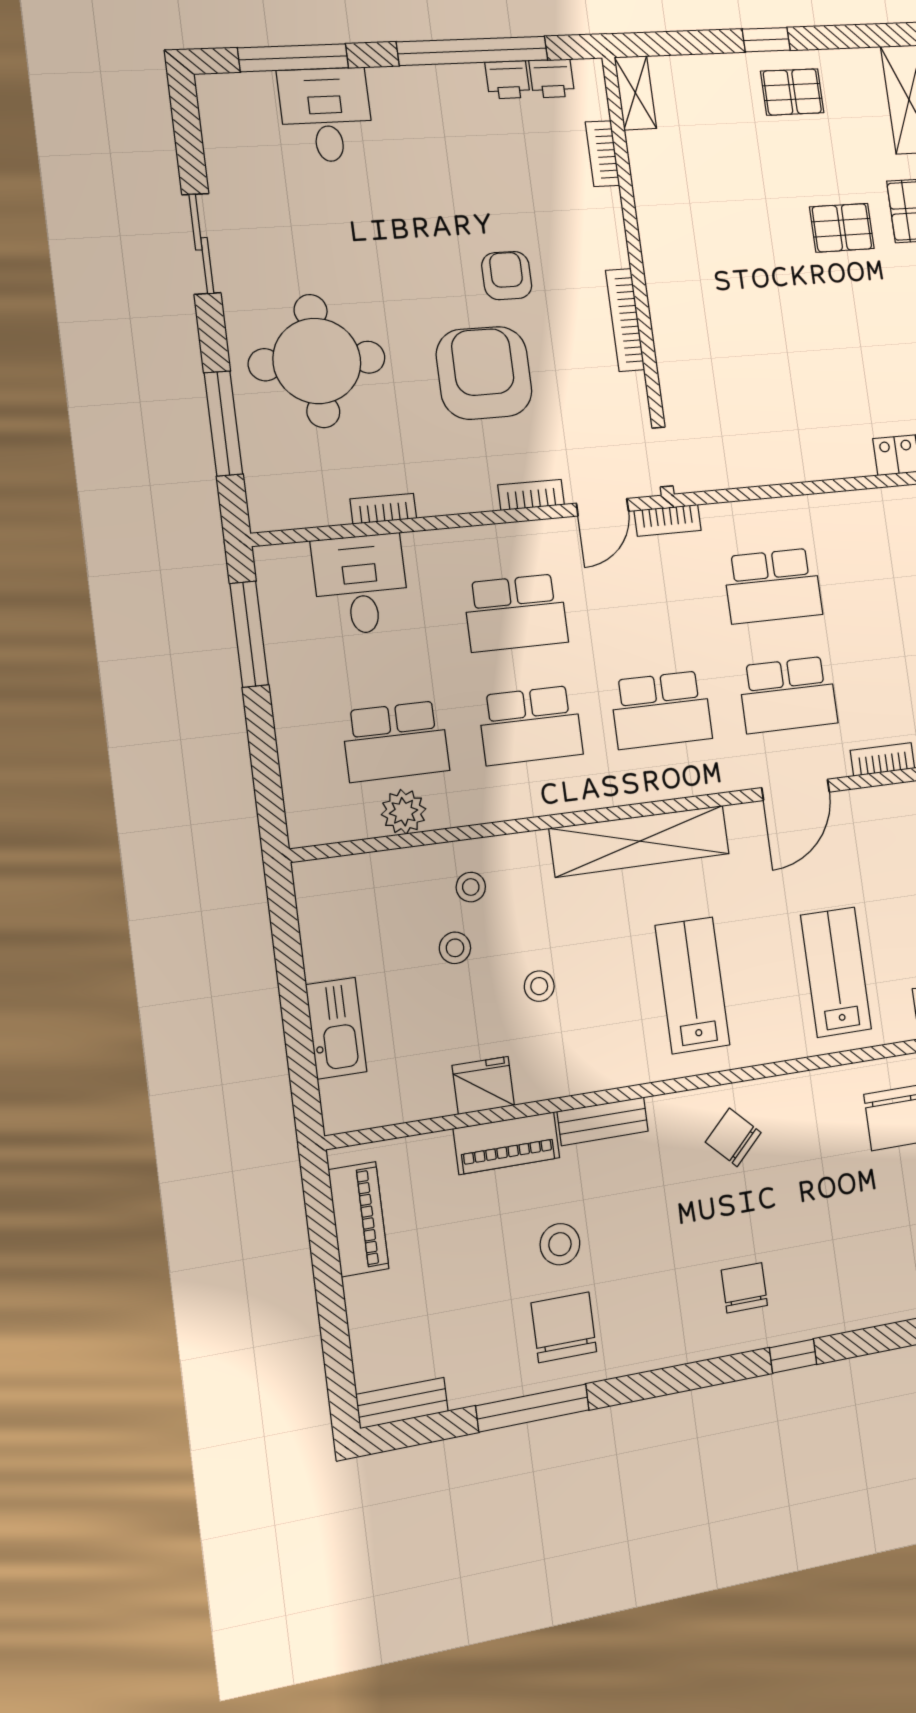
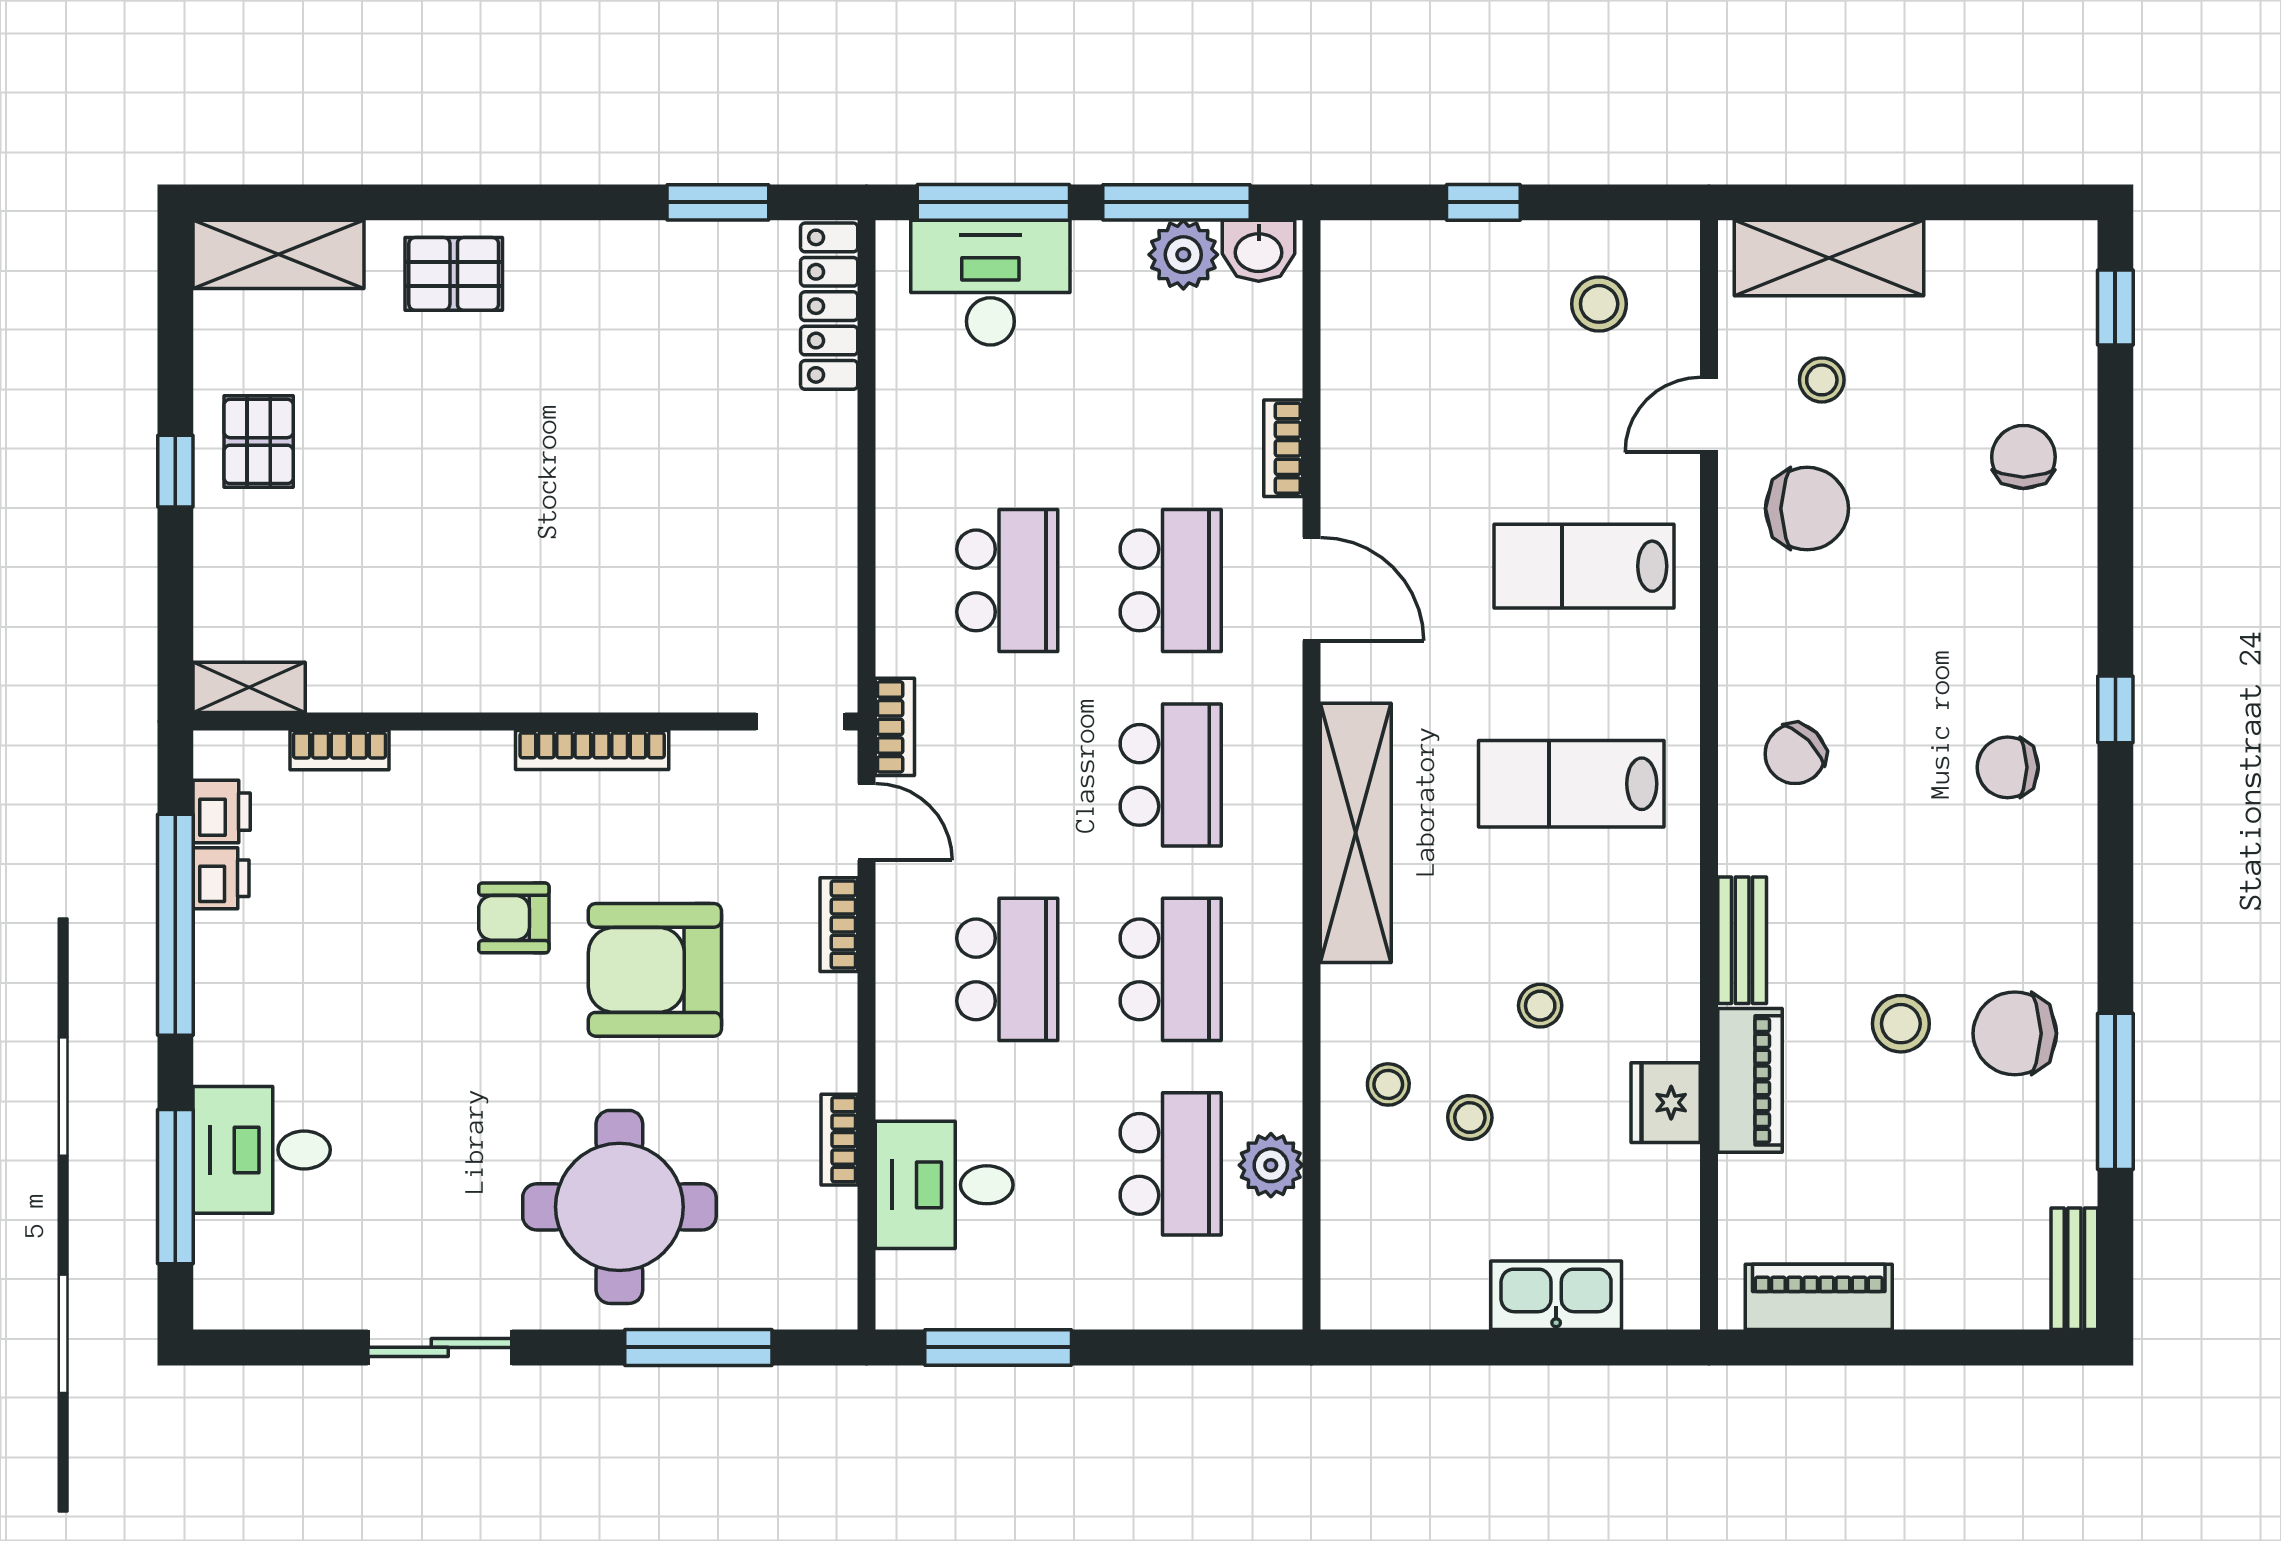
pallet: (842, 228) -> (474, 393), removed

